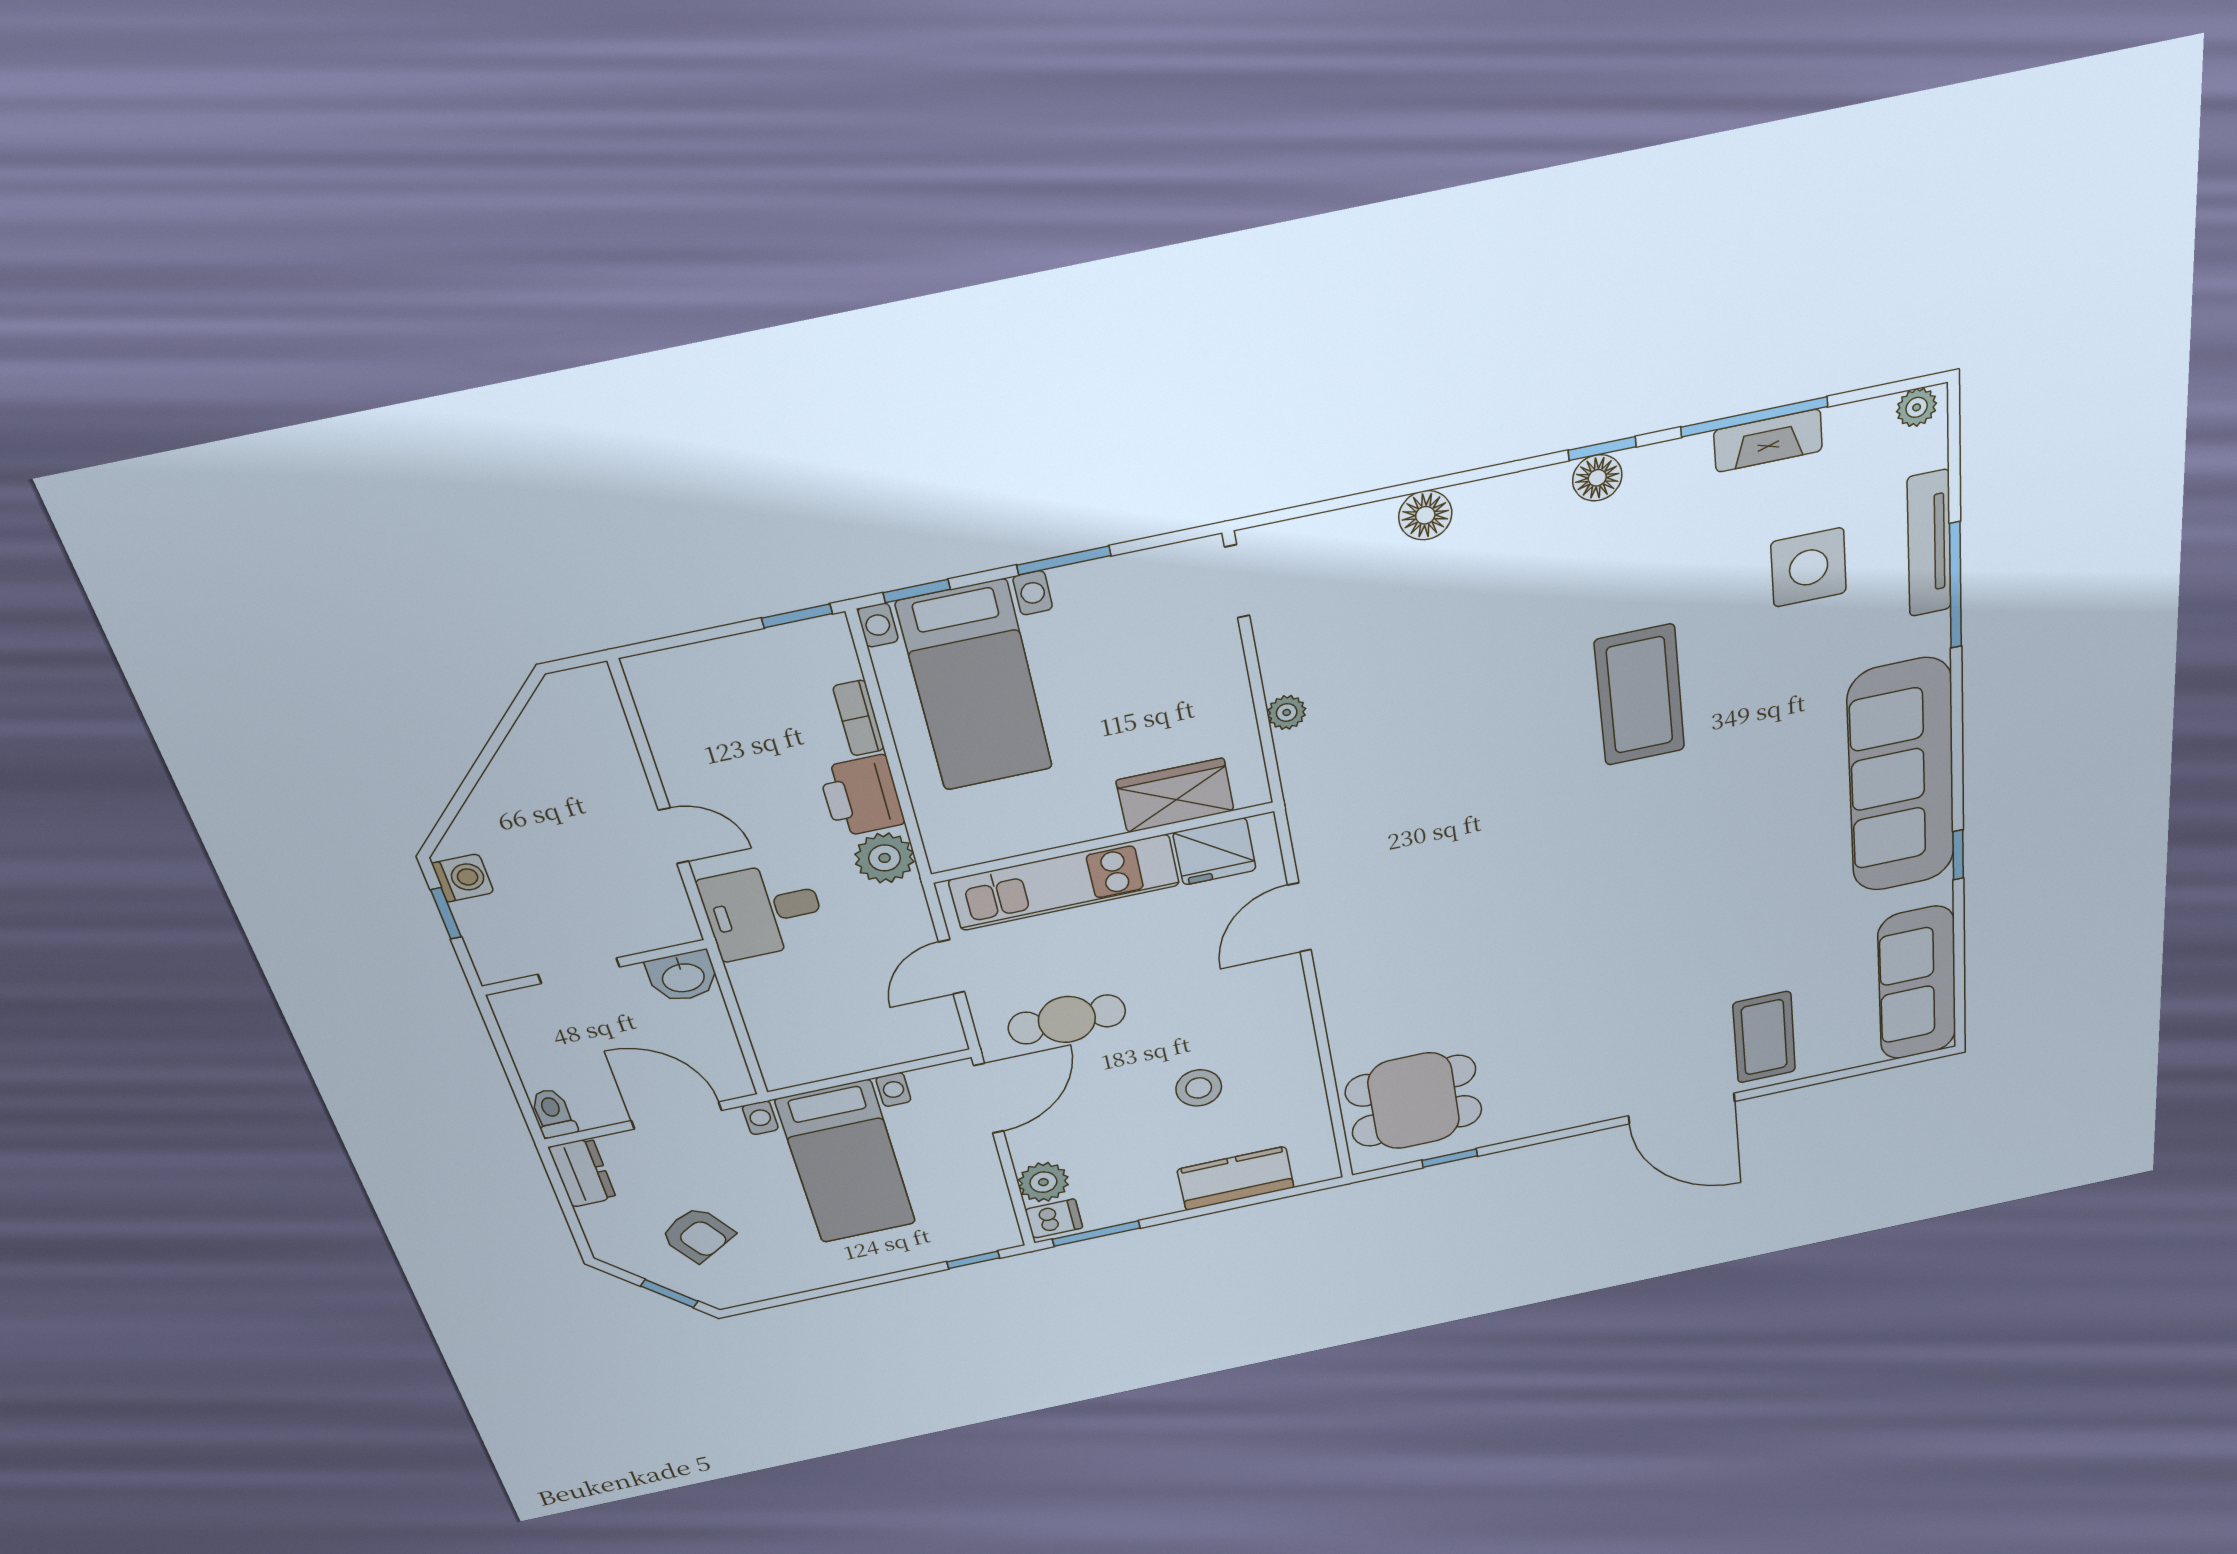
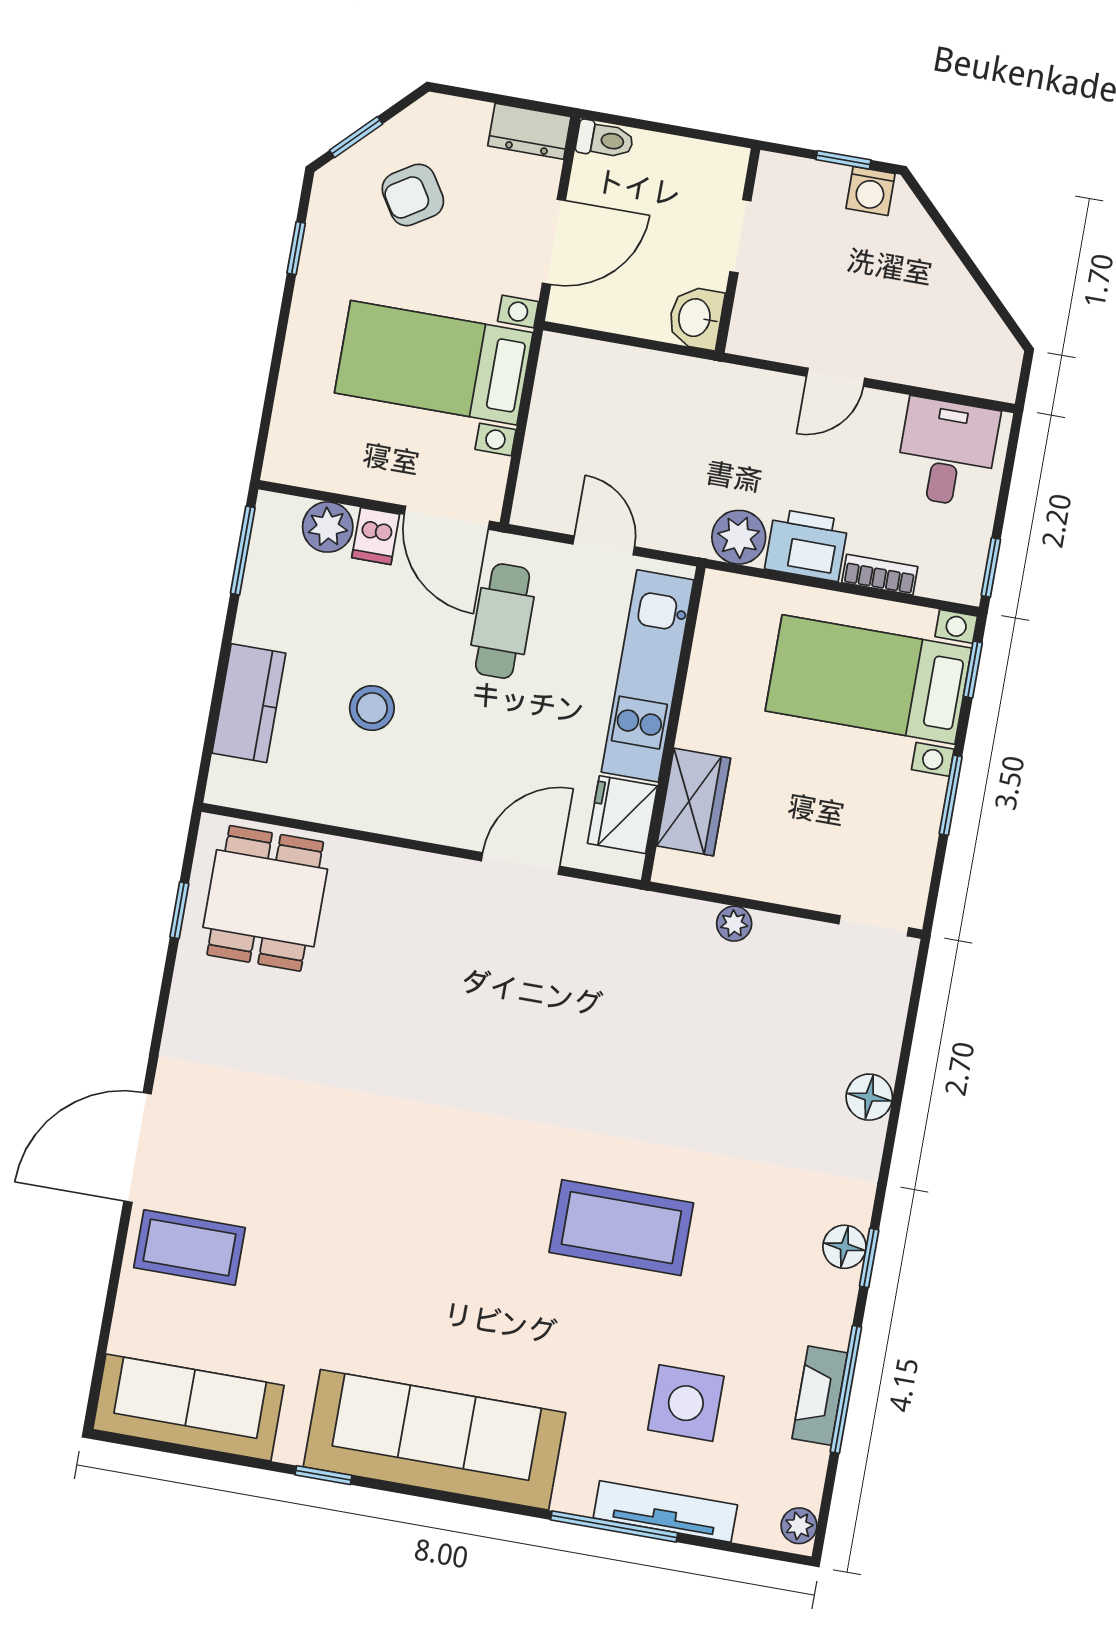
desk: (763, 911) -> (947, 452), moved
door: (1299, 918) -> (520, 863), hinge flipped
dishwasher: (1054, 1219) -> (376, 536), moved
window: (973, 1260) -> (296, 248), moved

